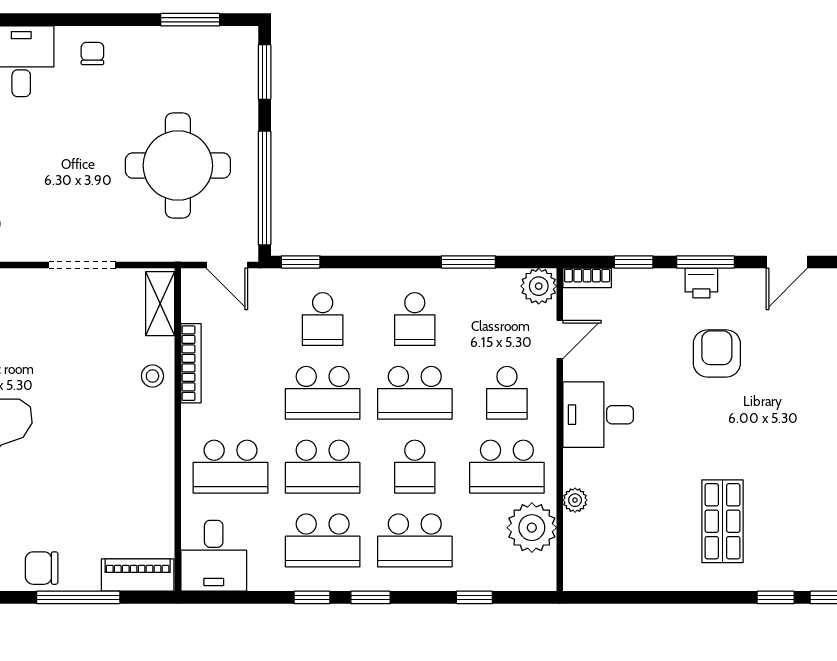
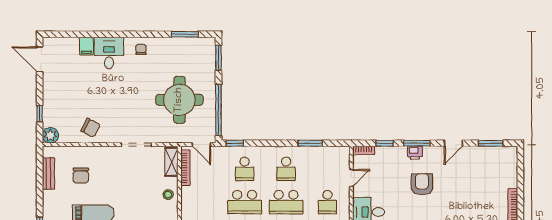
plant: (539, 286) -> (342, 154), removed
bookcase: (191, 363) -> (185, 168), moved

